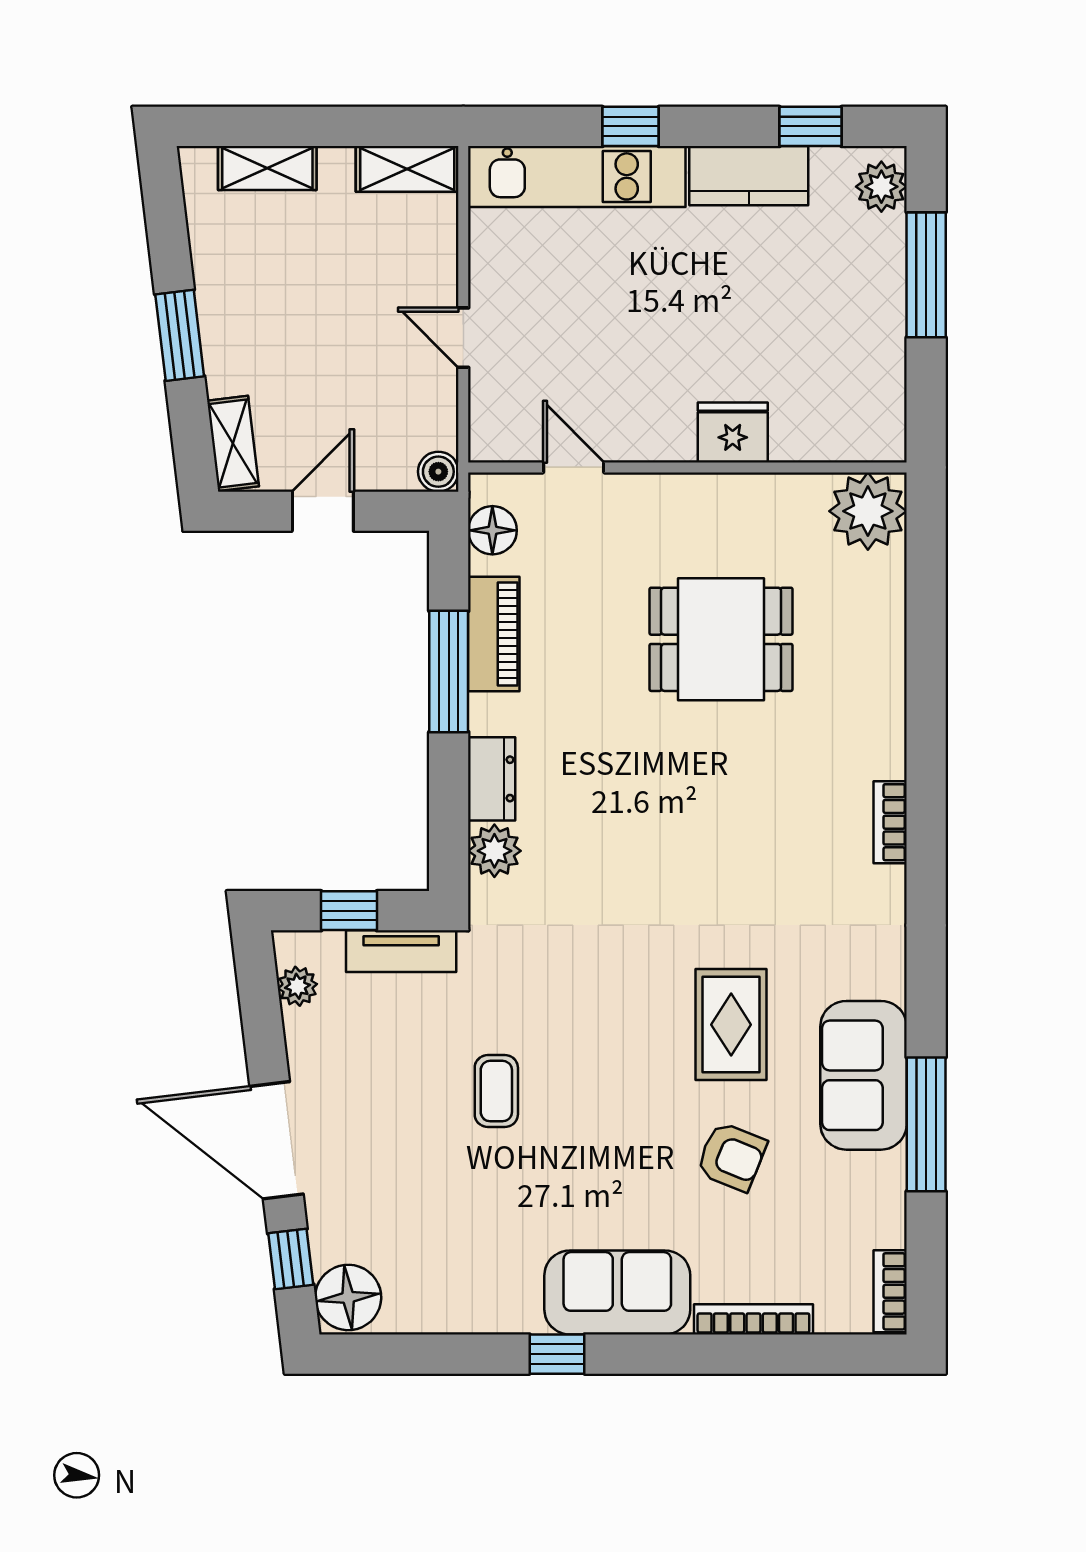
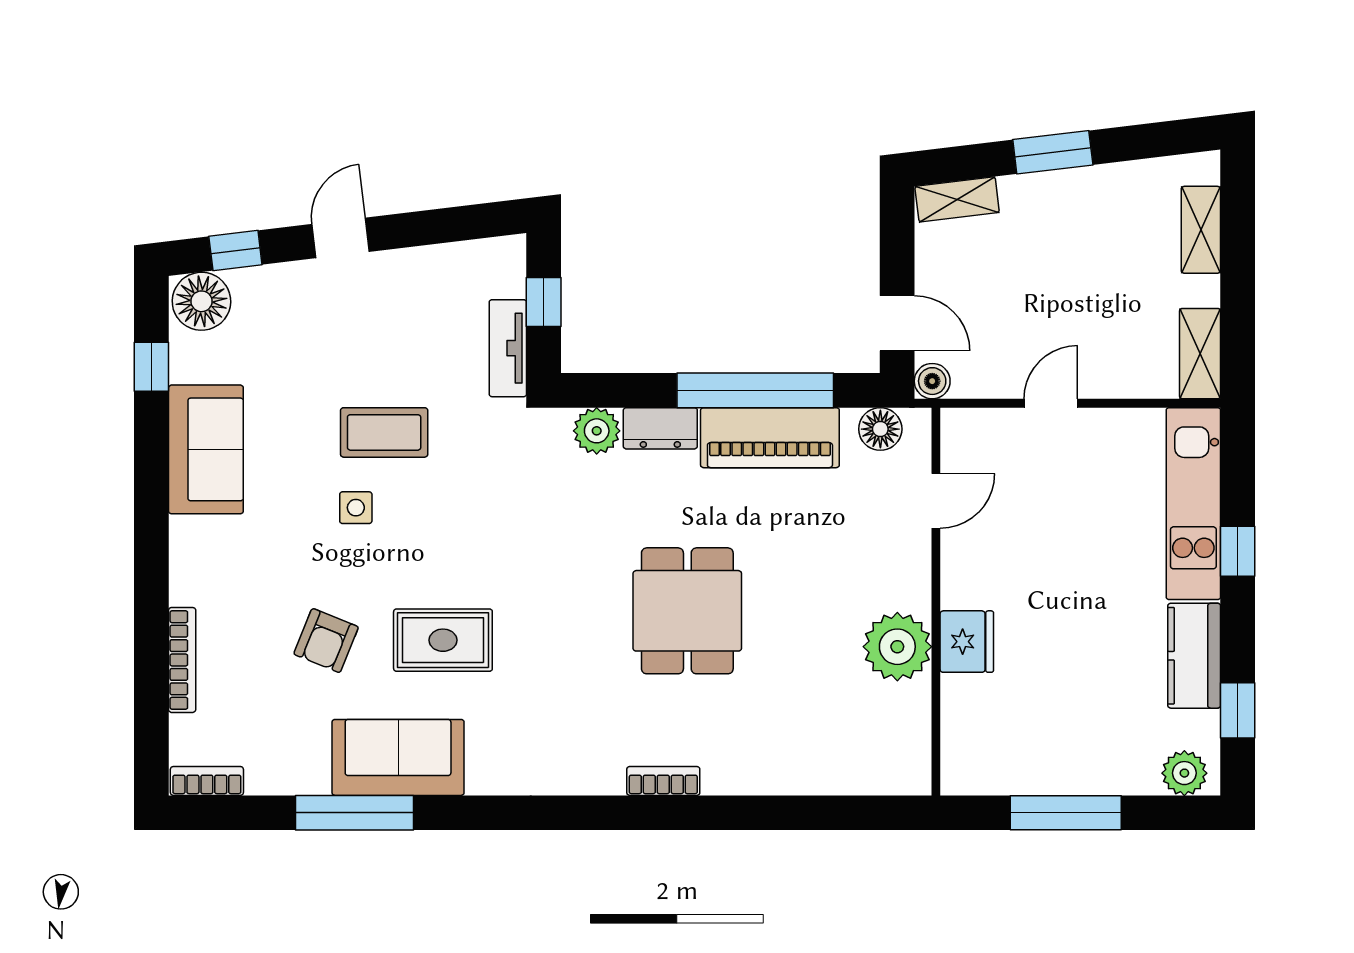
window: (926, 275) -> (1066, 813), moved
door: (323, 511) -> (897, 323), moved
plant: (868, 511) -> (897, 647), moved
piano: (494, 634) -> (770, 438), width x1.37, depth x1.33
dining table: (721, 639) -> (687, 611), moved
window: (449, 672) -> (755, 390), width x1.46
bookcase: (890, 822) -> (663, 781), moved
plant: (298, 986) -> (477, 257), removed
coffee table: (496, 1091) -> (384, 432), width x1.36, depth x1.30
side table: (581, 1123) -> (356, 508), added
door: (276, 1140) -> (341, 238), width x0.53
sofa: (617, 1292) -> (206, 449), moved
window: (557, 1354) -> (151, 367), moved

